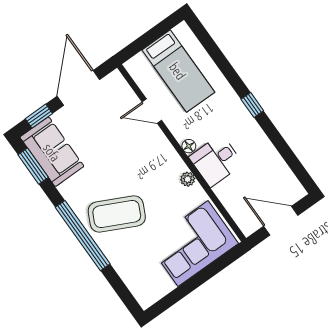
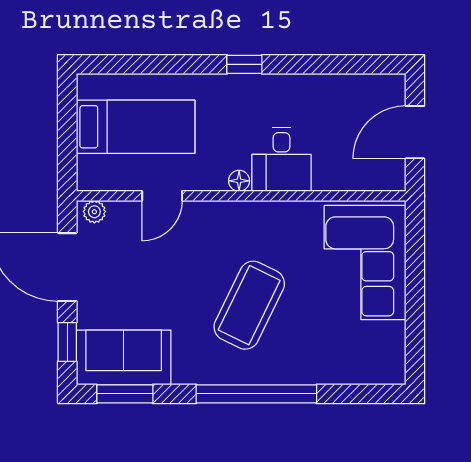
plant: (188, 179) -> (94, 212), moved
coffee table: (117, 214) -> (249, 305), moved

